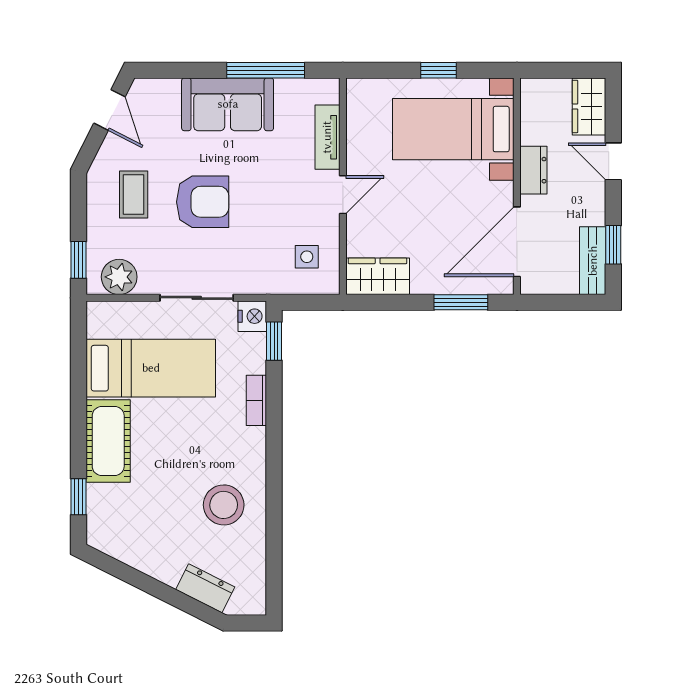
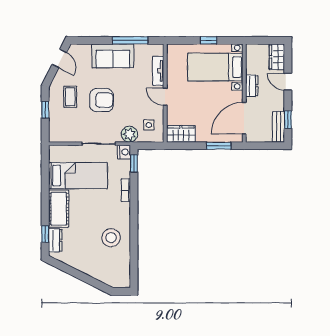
door: (343, 195) -> (165, 97), swing flipped
window: (79, 260) -> (45, 110), moved
plant: (119, 277) -> (129, 134), moved
dresser: (205, 588) -> (55, 240), moved, turned 63

